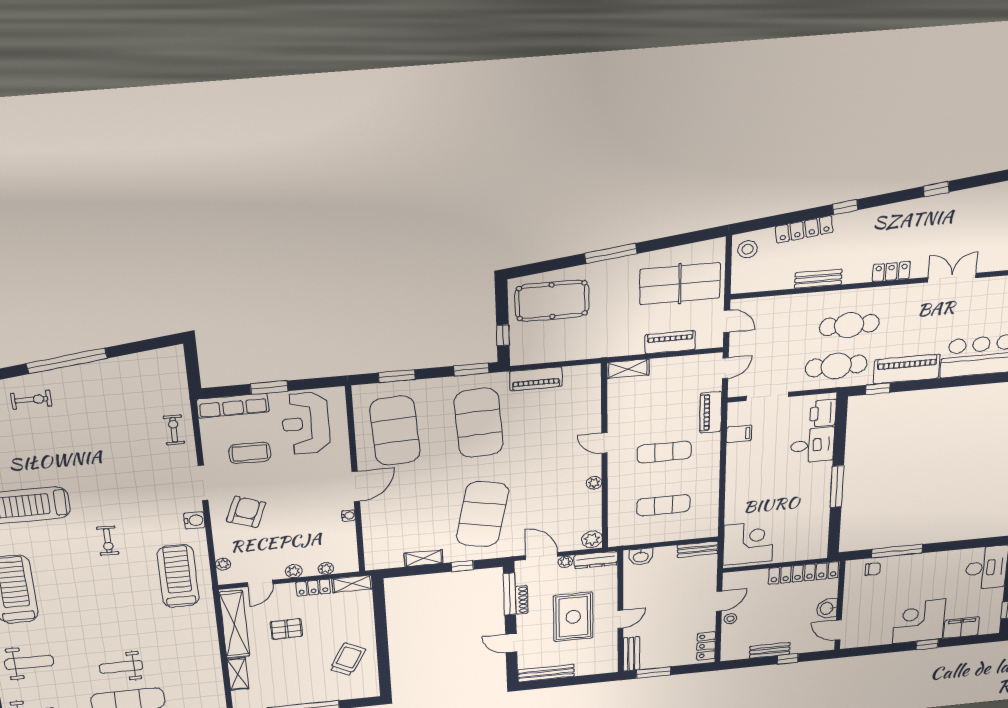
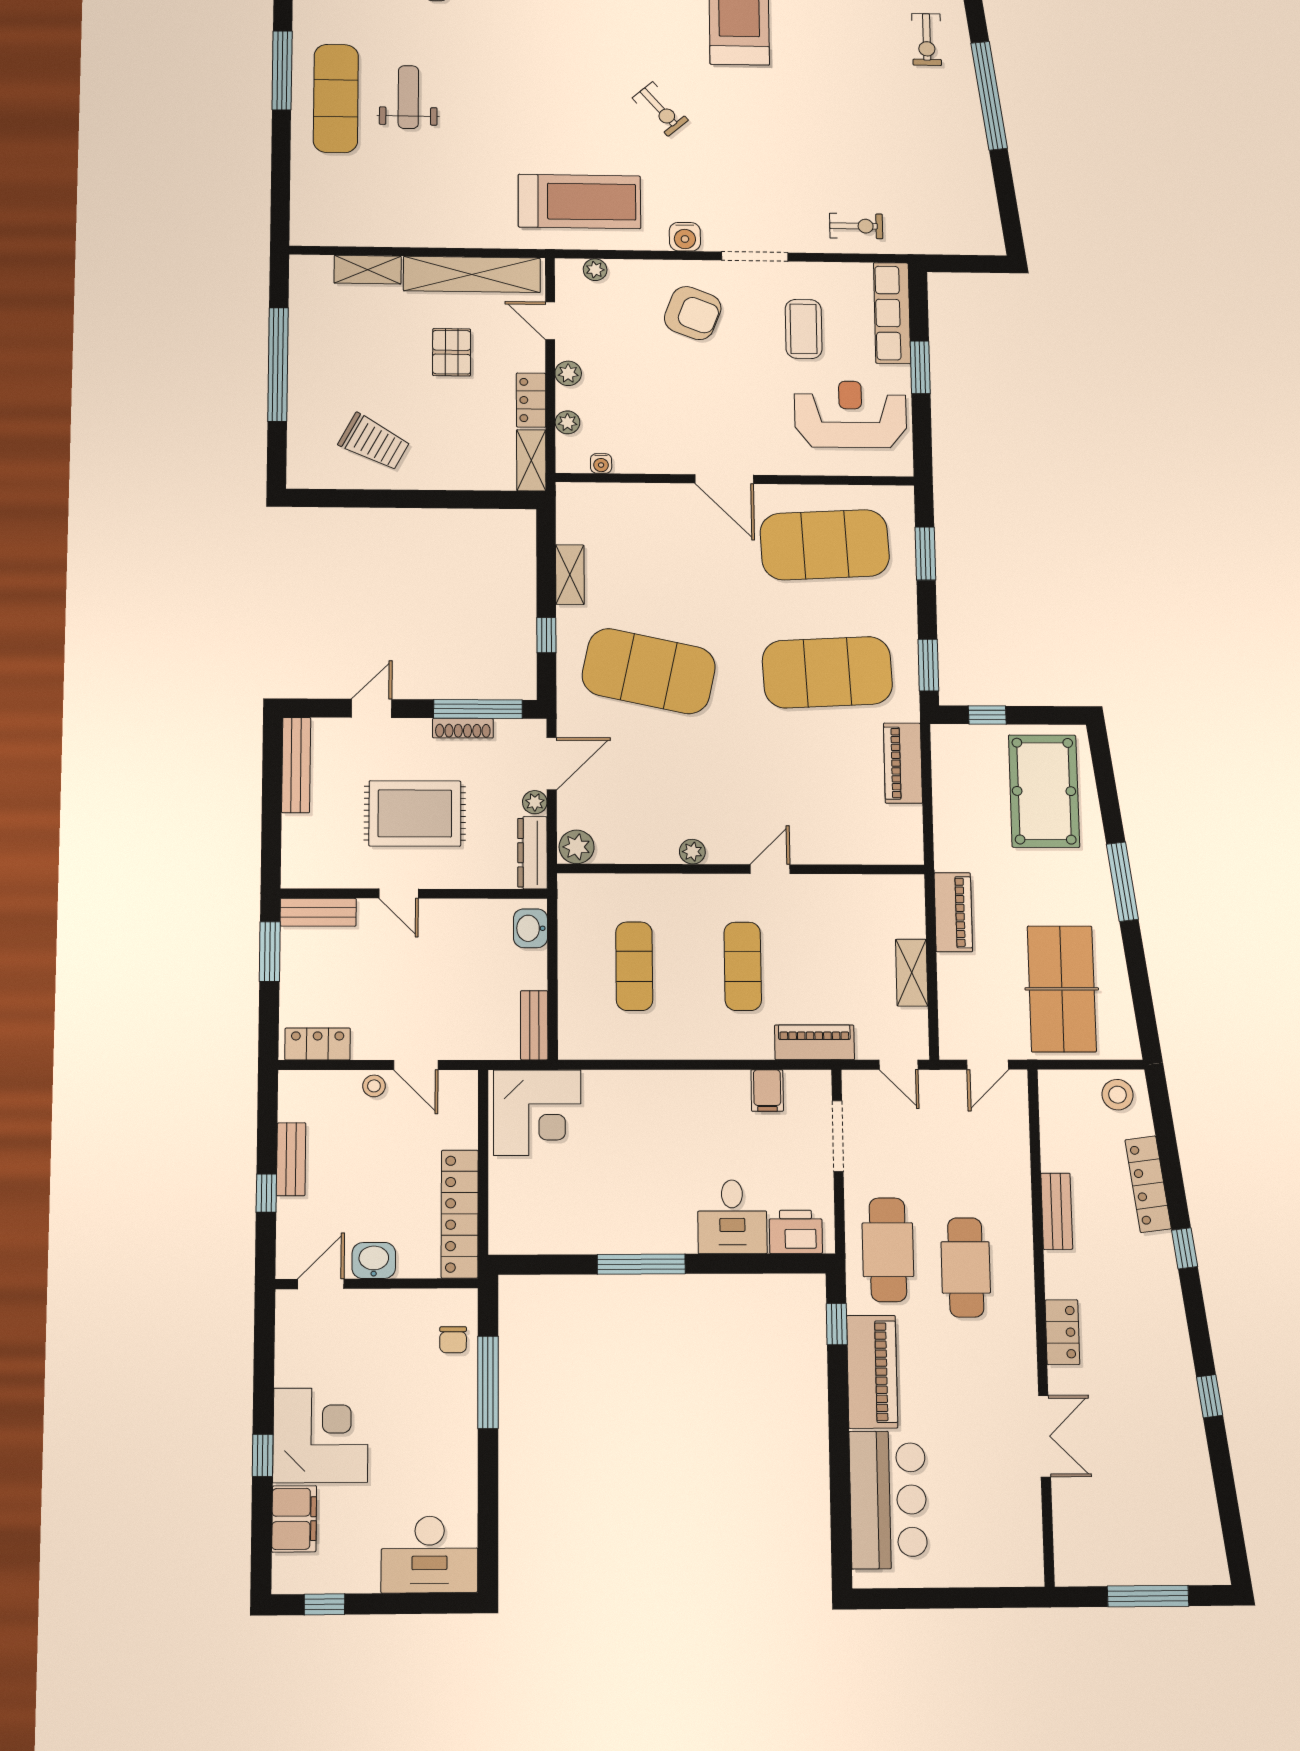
piano: (670, 342) -> (953, 912), moved
shelving: (628, 369) -> (912, 973), moved
water cooler: (348, 516) -> (601, 463), moved
exercise bike: (108, 541) -> (660, 109), turned -131

